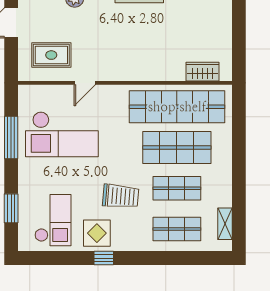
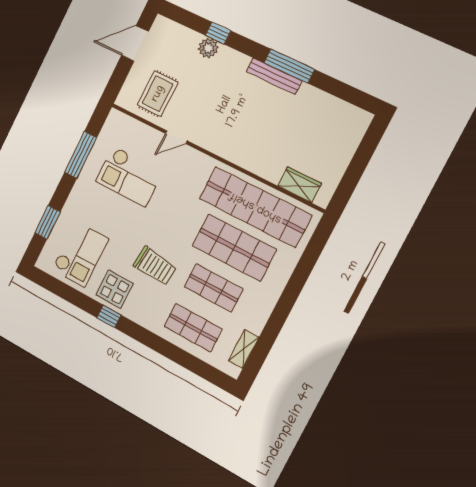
rug: (51, 55) -> (158, 94), turned 90
checkout: (62, 134) -> (129, 176), width x0.73, depth x0.83

